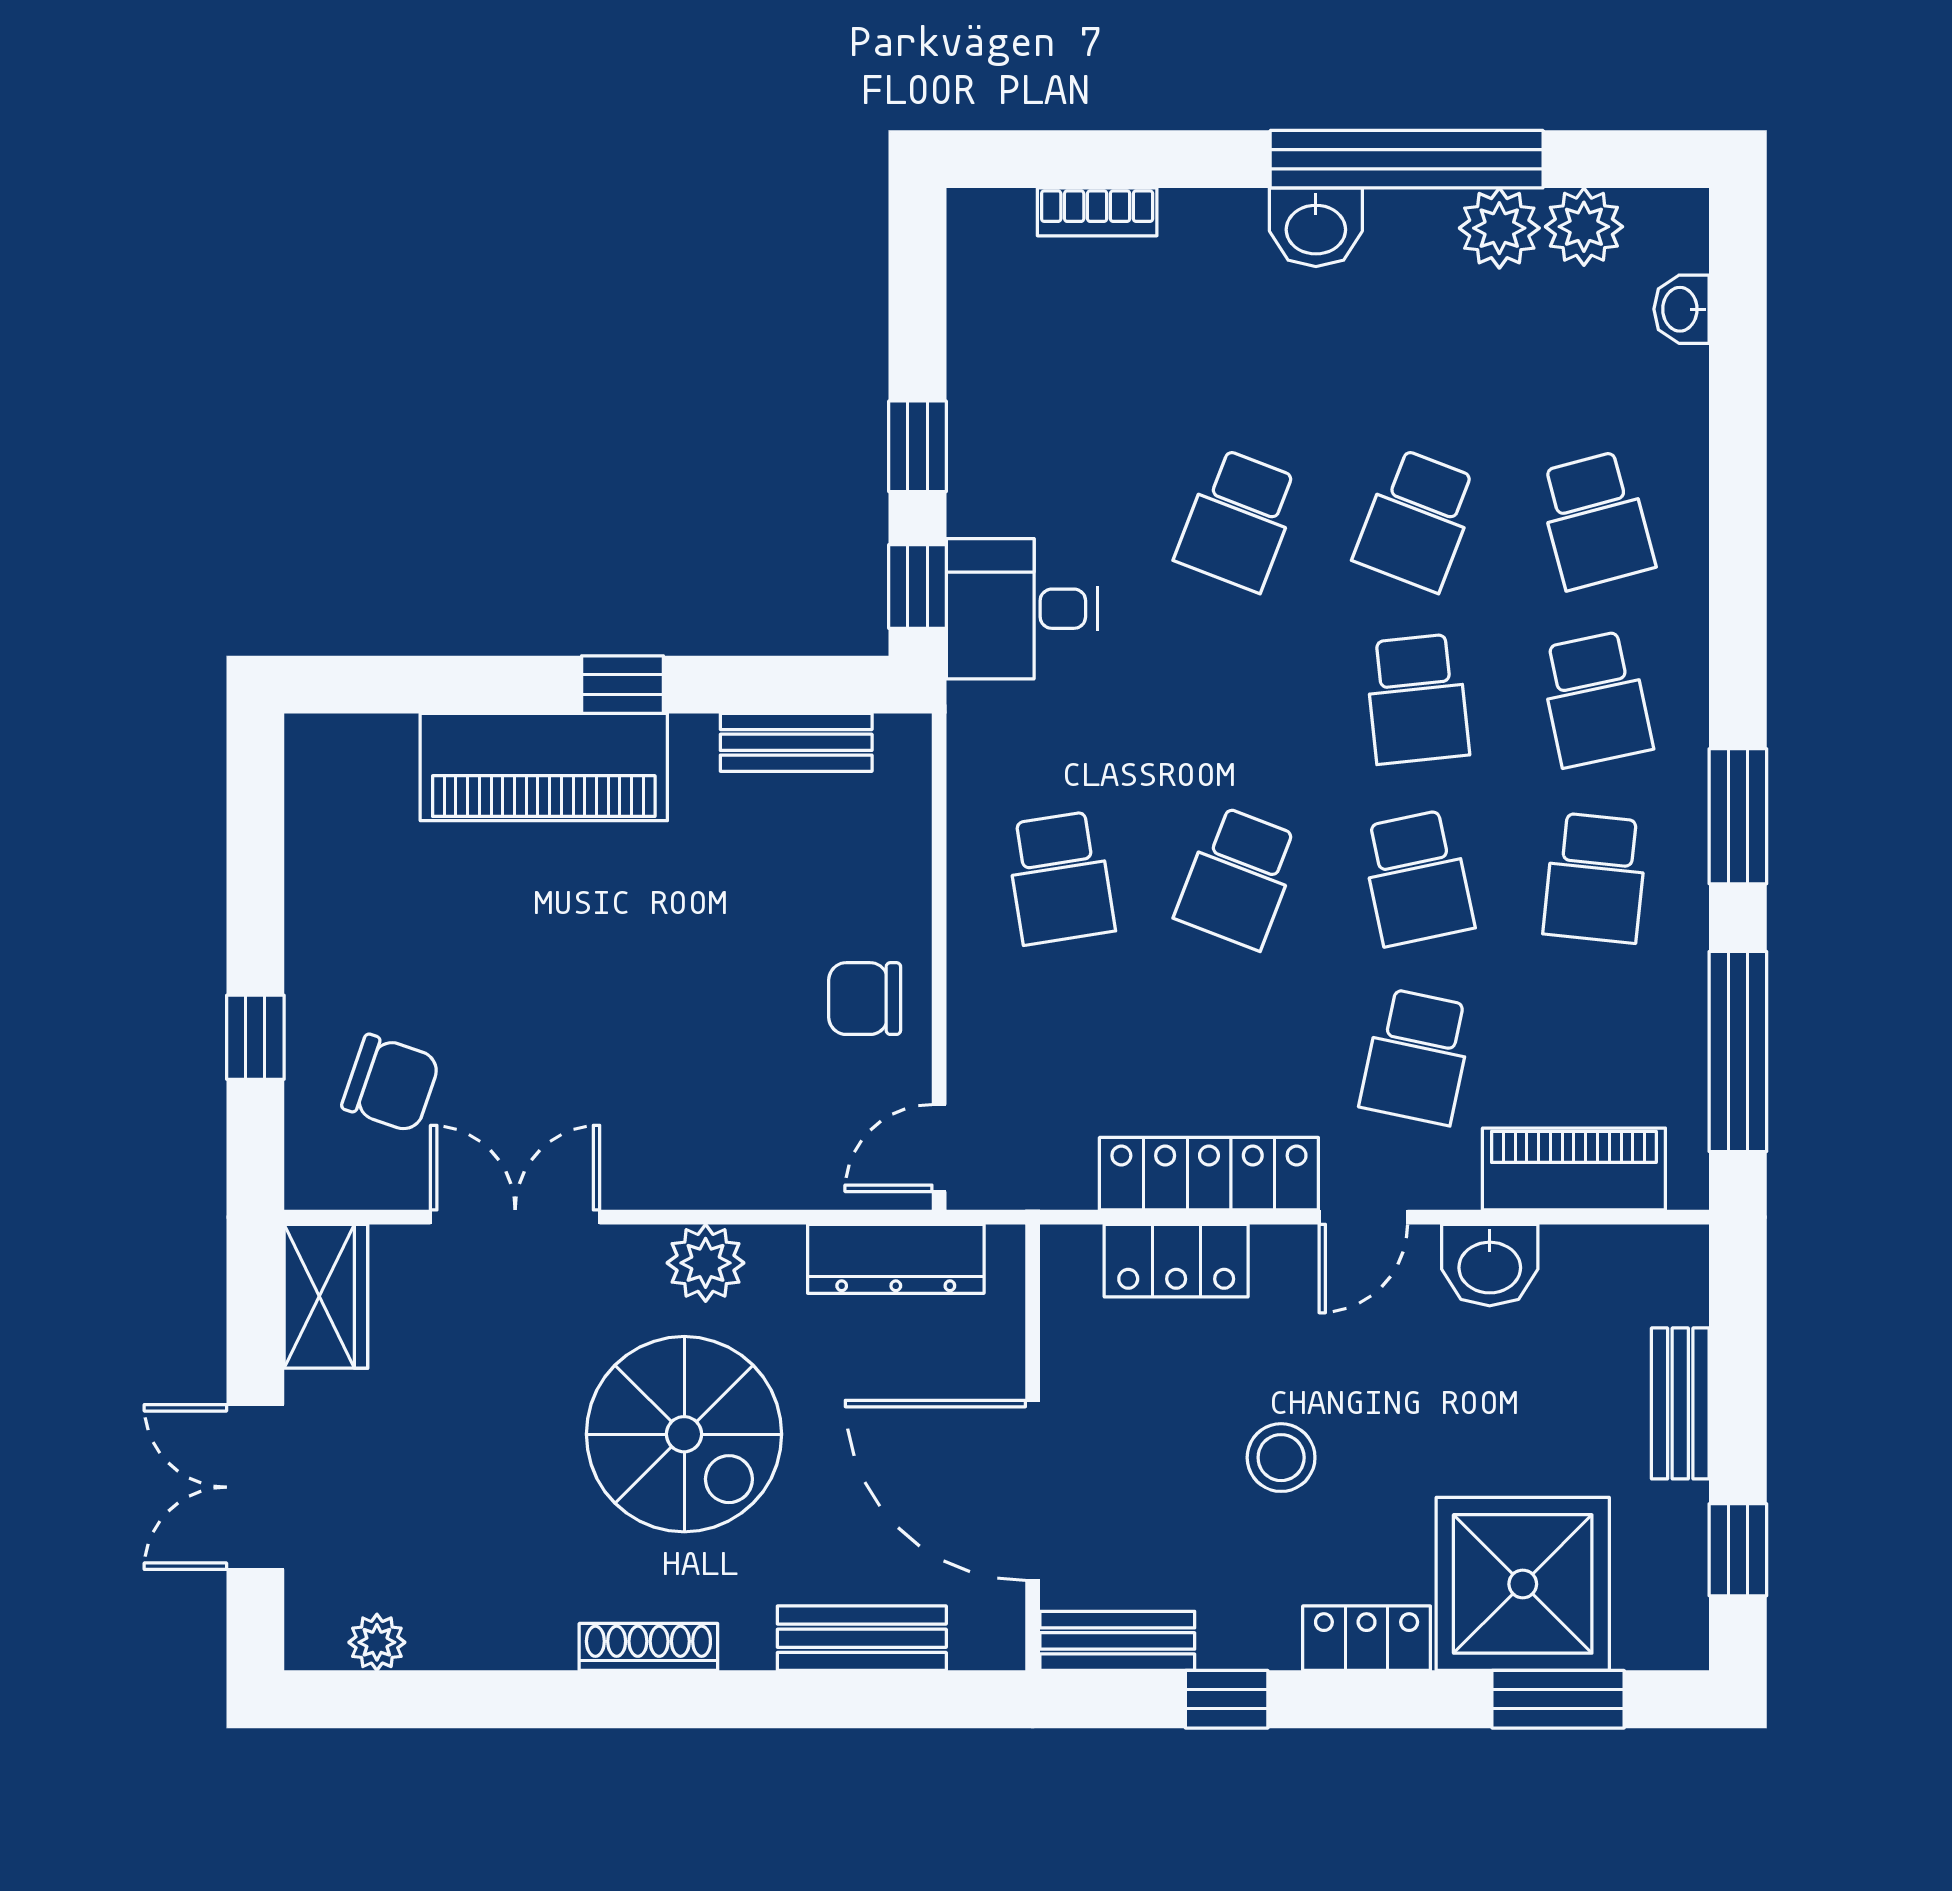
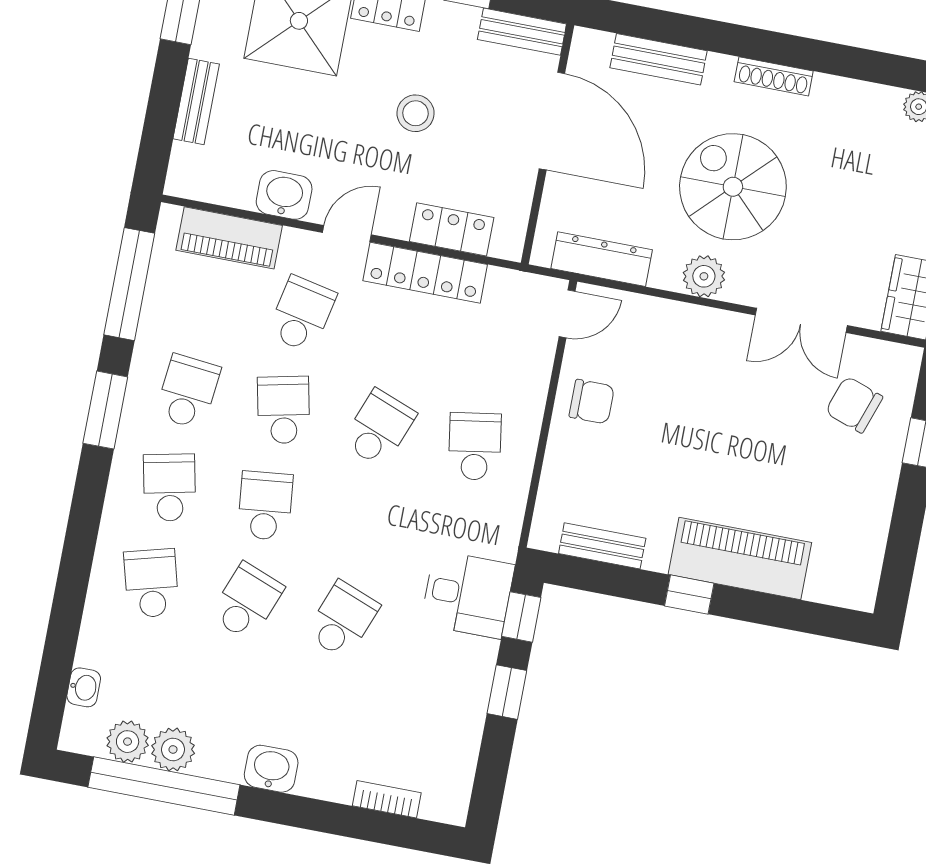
window: (1407, 159) -> (164, 786), moved

